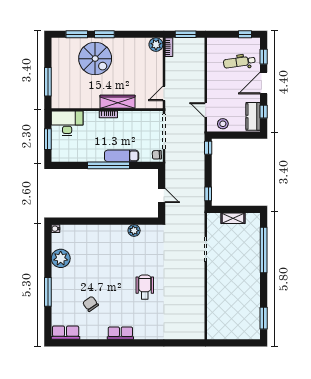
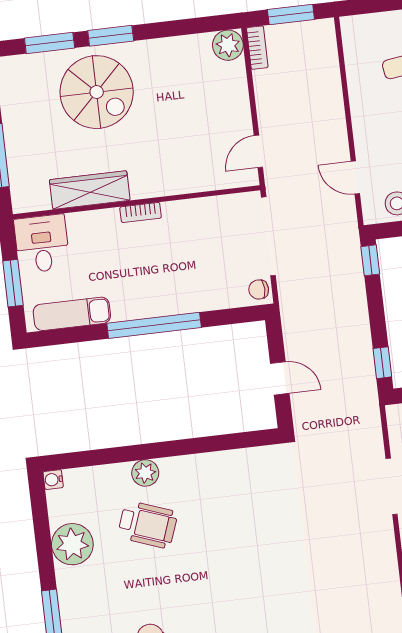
wardrobe: (118, 102) -> (90, 190), moved
desk: (67, 123) -> (42, 244), width x0.73
exam couch: (122, 156) -> (72, 314), moved
plant: (134, 231) -> (145, 473), moved
wheelchair: (145, 287) -> (148, 525), moved, turned 110

